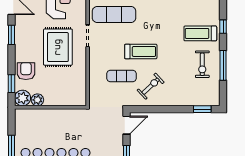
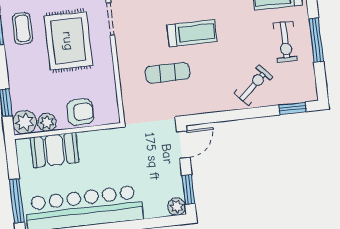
coffee table: (28, 35) -> (22, 28), added
armchair: (26, 71) -> (80, 112), moved, turned 90
exercise bike: (151, 86) -> (254, 85), moved
booth: (40, 119) -> (55, 150), added

